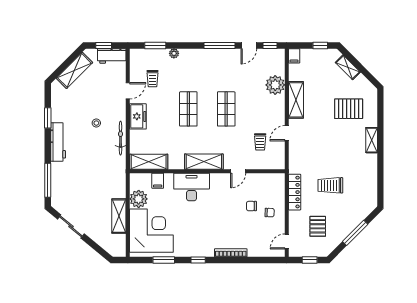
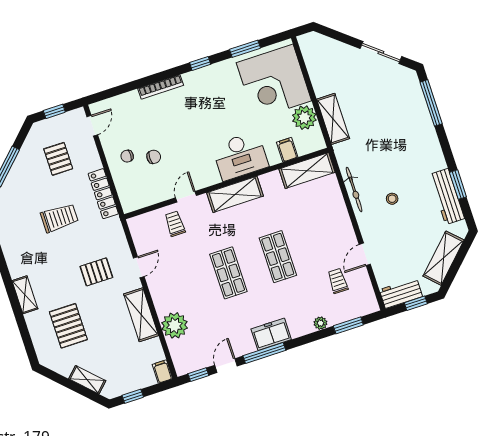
pallet: (349, 109) -> (68, 326), turned 90
freezer: (138, 116) -> (271, 334), moved, turned 90
pallet: (317, 140) -> (96, 272), added
workbench: (58, 142) -> (447, 197), moved
trolley: (260, 142) -> (175, 224), moved
shelving: (119, 216) -> (333, 119), moved

